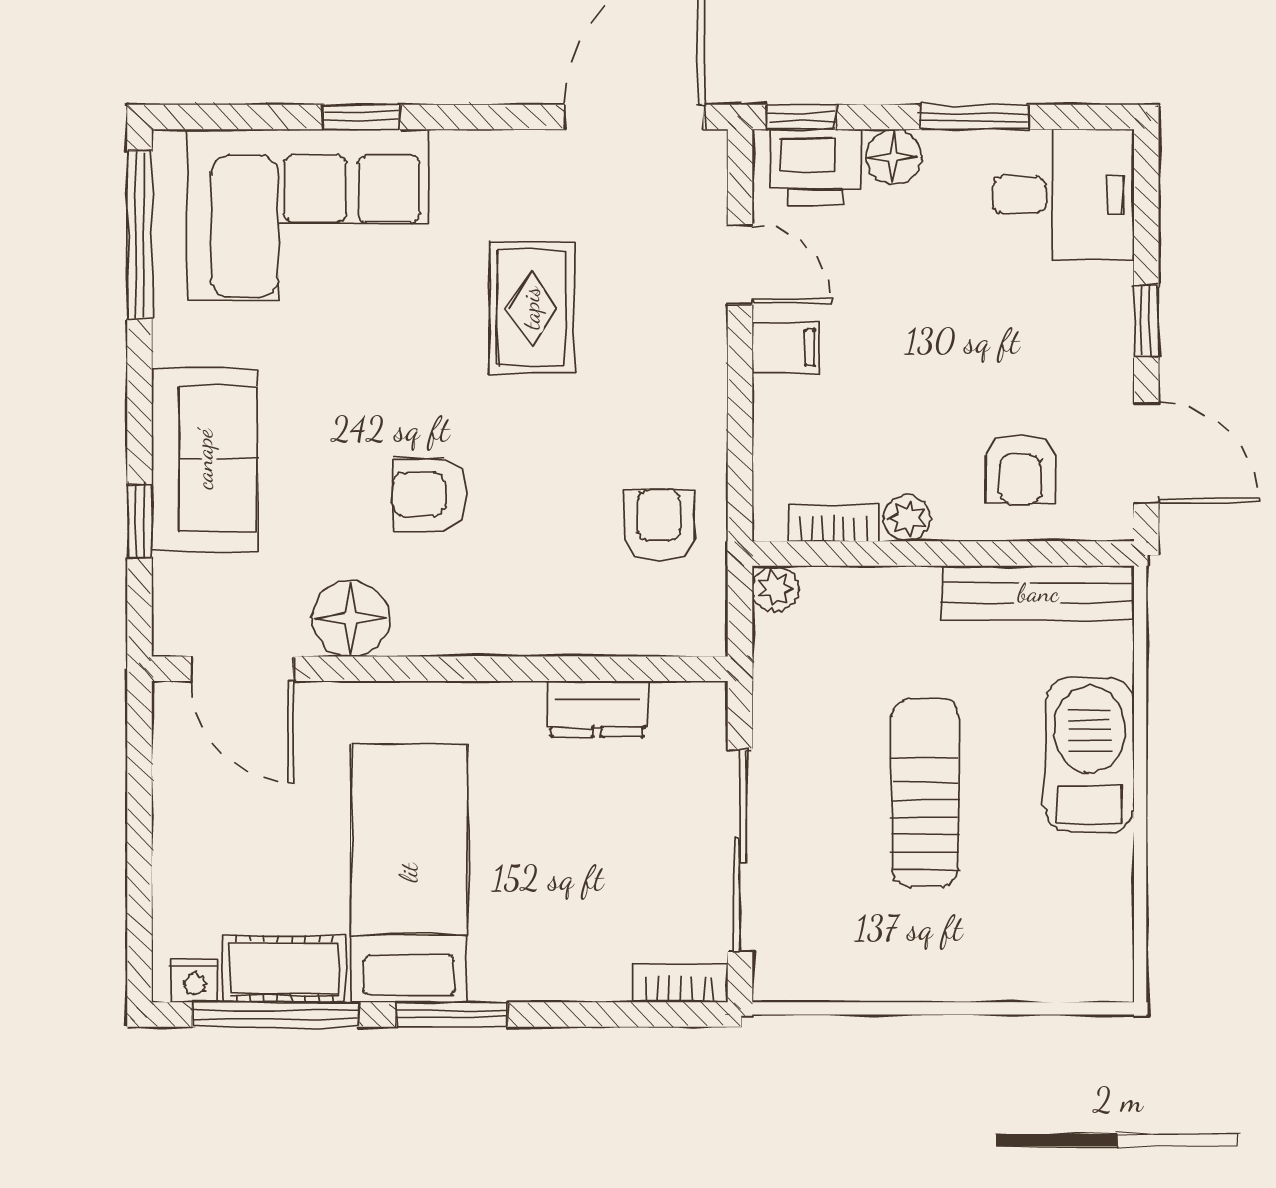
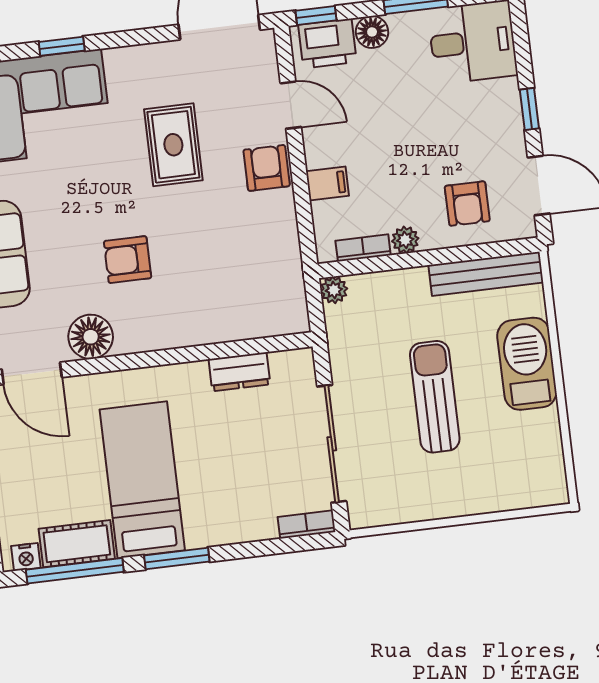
filing cabinet: (786, 347) -> (327, 184), moved
armchair: (659, 525) -> (267, 168), moved

